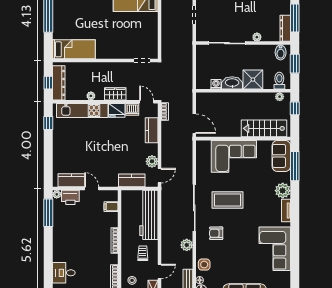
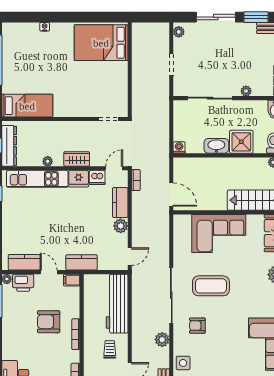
washing machine: (216, 84) -> (179, 147), moved
door: (147, 102) -> (114, 168), hinge flipped
plant: (152, 161) -> (121, 226), moved
kitchen counter: (132, 180) -> (82, 262), moved
filing cabinet: (111, 207) -> (72, 280), moved
armchair: (92, 230) -> (49, 322), added

